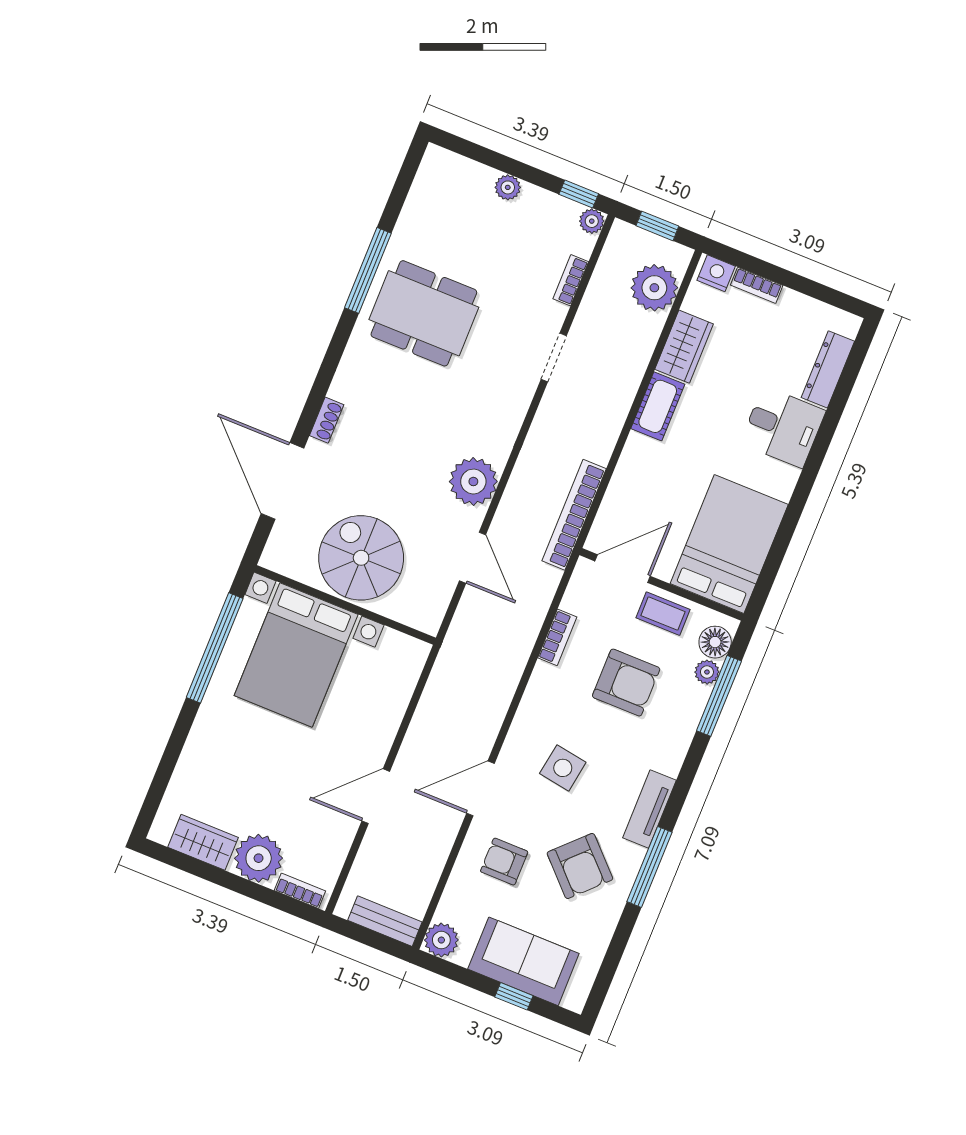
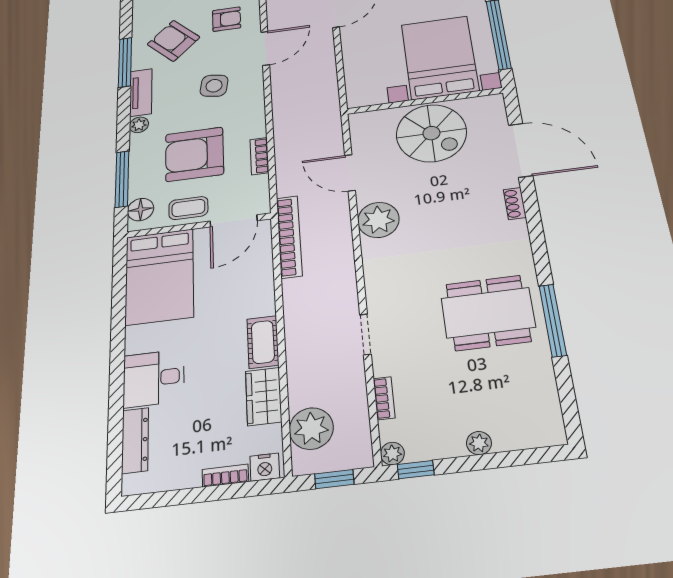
plant: (707, 672) -> (139, 125), moved
armchair: (626, 683) -> (194, 154), width x1.36, depth x1.36

